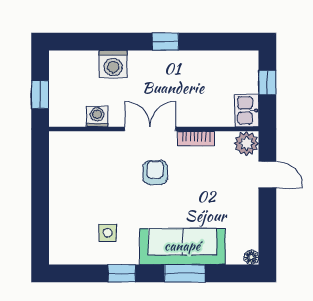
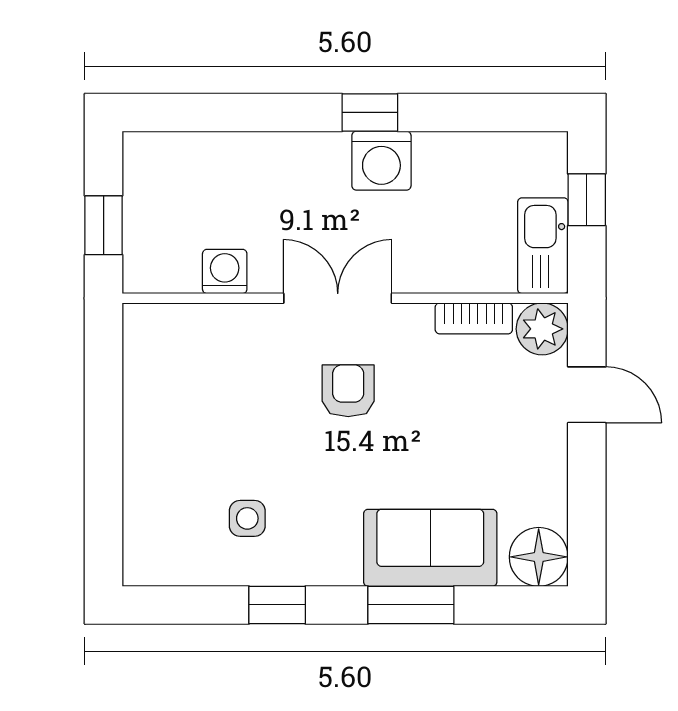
washing machine: (113, 64) -> (381, 161), moved
kitchen sink: (247, 110) -> (543, 246), width x1.38
bookcase: (196, 139) -> (474, 318), moved
sofa: (182, 246) -> (430, 548), width x0.73
floor lamp: (251, 257) -> (539, 557), width x1.89, depth x1.89

